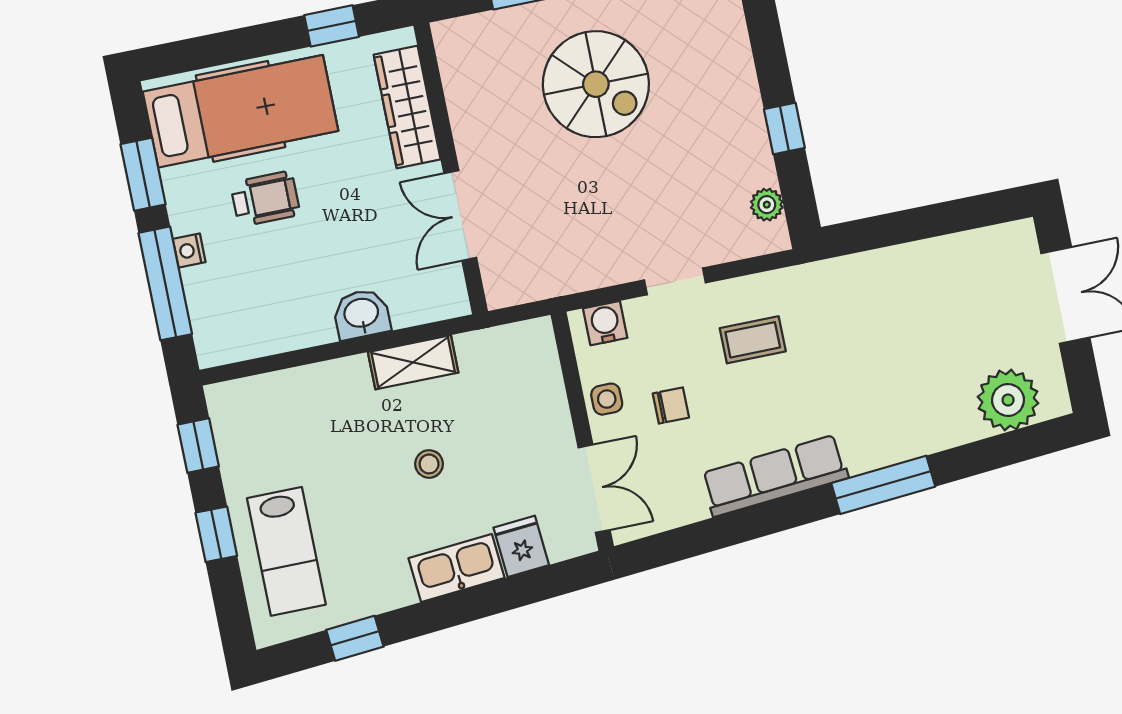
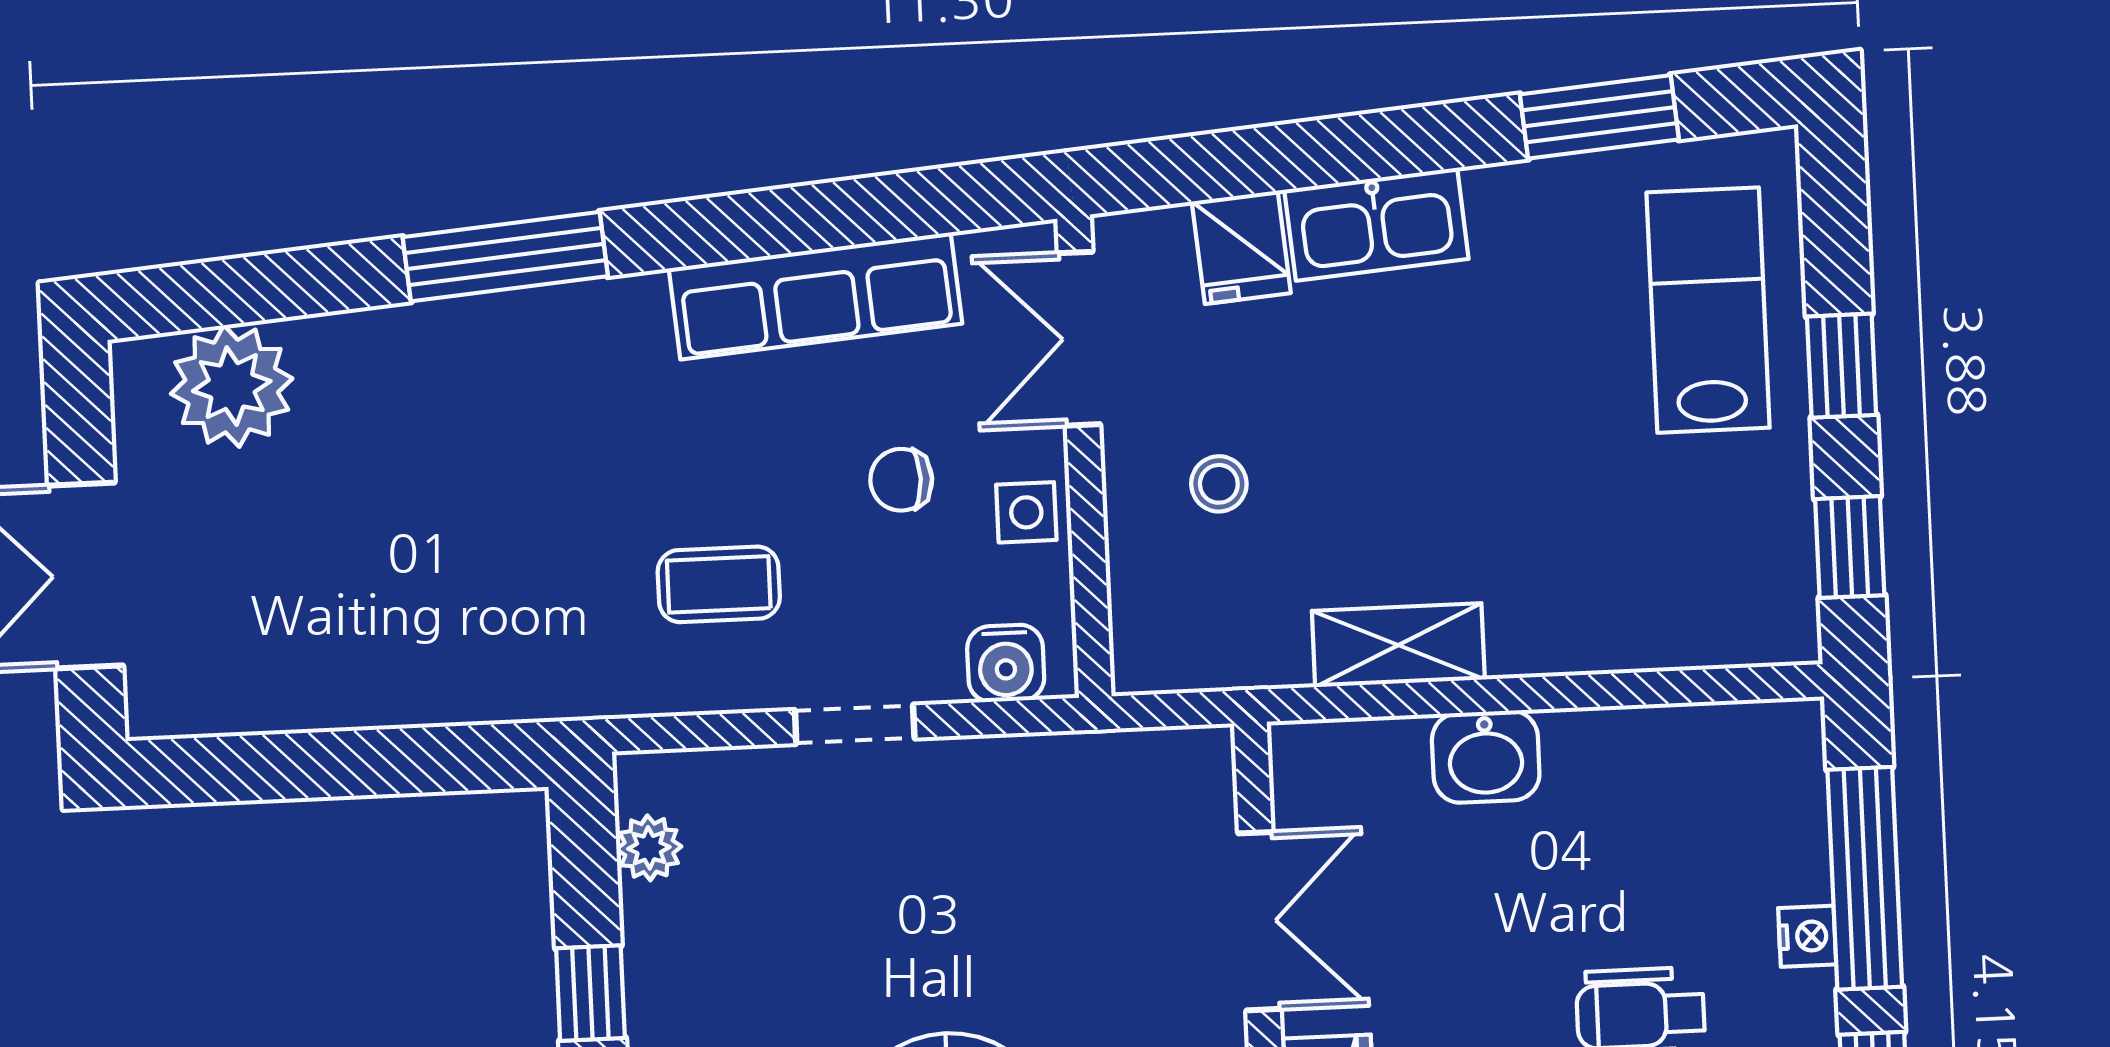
stool: (429, 464) -> (1219, 484), moved
row of seats: (775, 476) -> (816, 296), moved
window: (355, 638) -> (1599, 117), width x1.50

